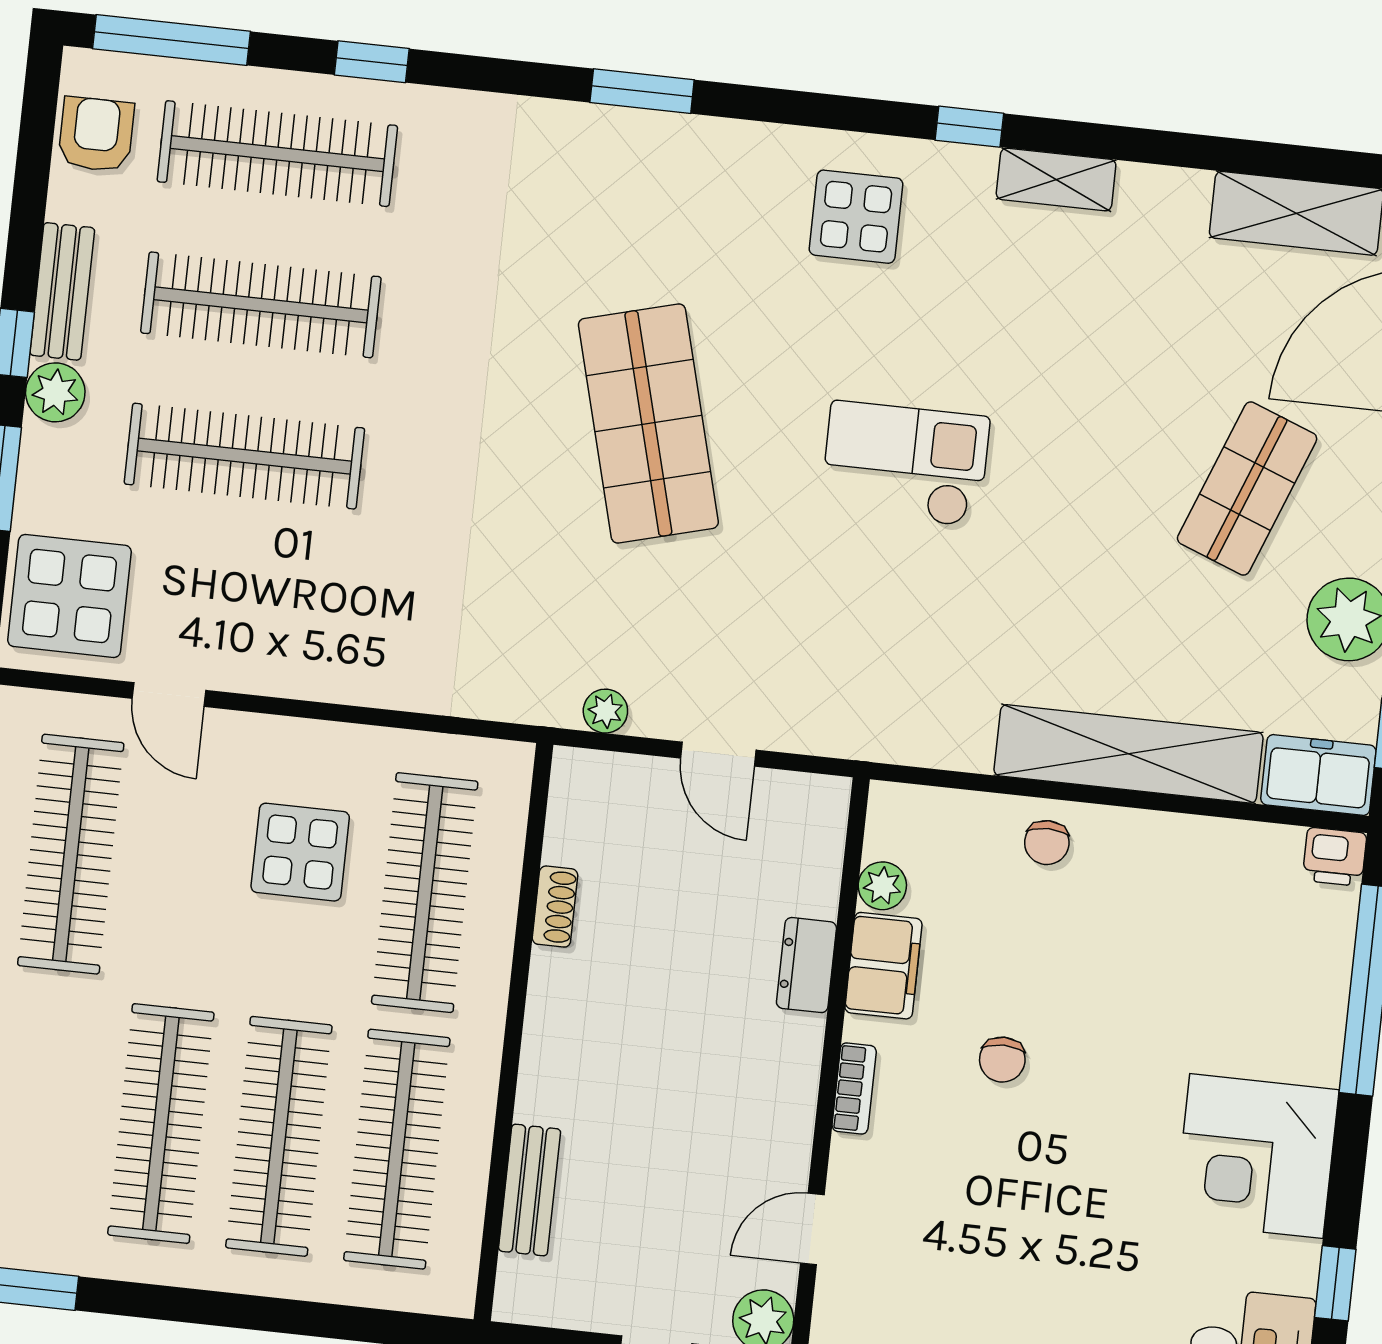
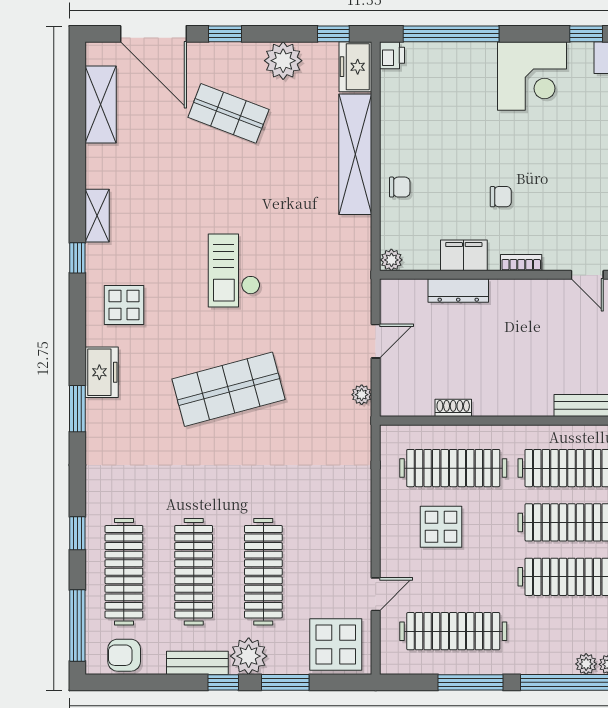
freezer: (715, 152) -> (102, 372), added
plant: (55, 392) -> (249, 656), width x1.36, depth x1.36
plant: (882, 886) -> (391, 260), moved
dresser: (806, 965) -> (458, 291), width x1.44

